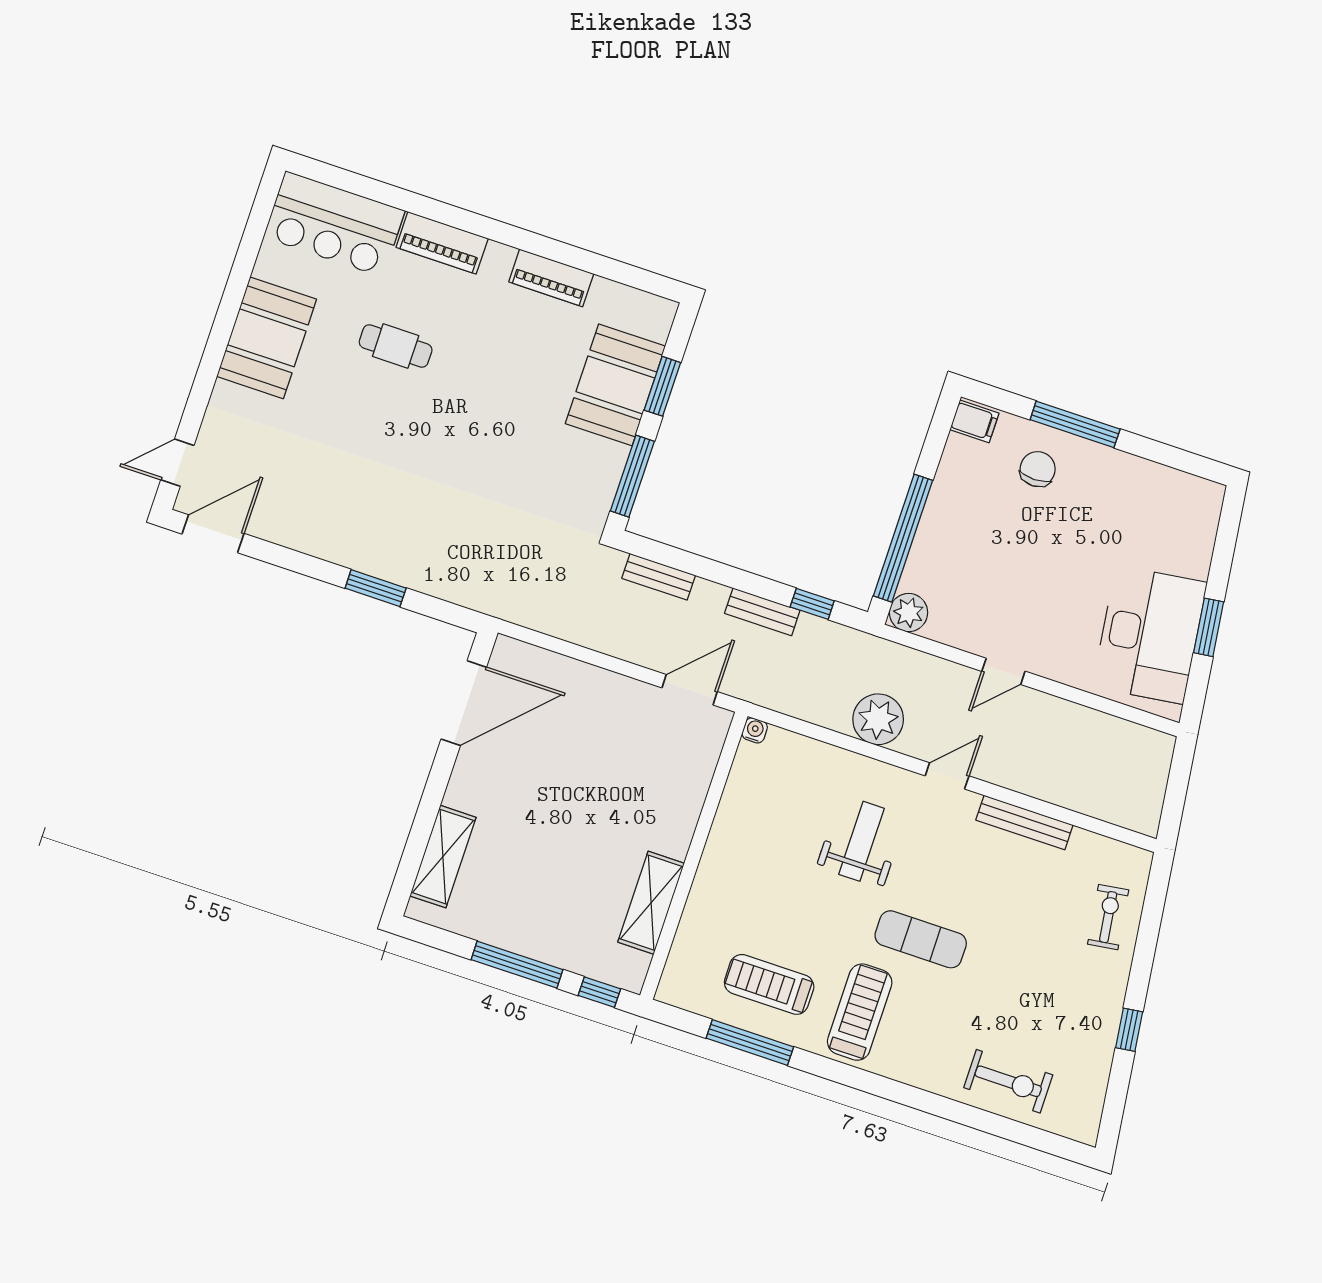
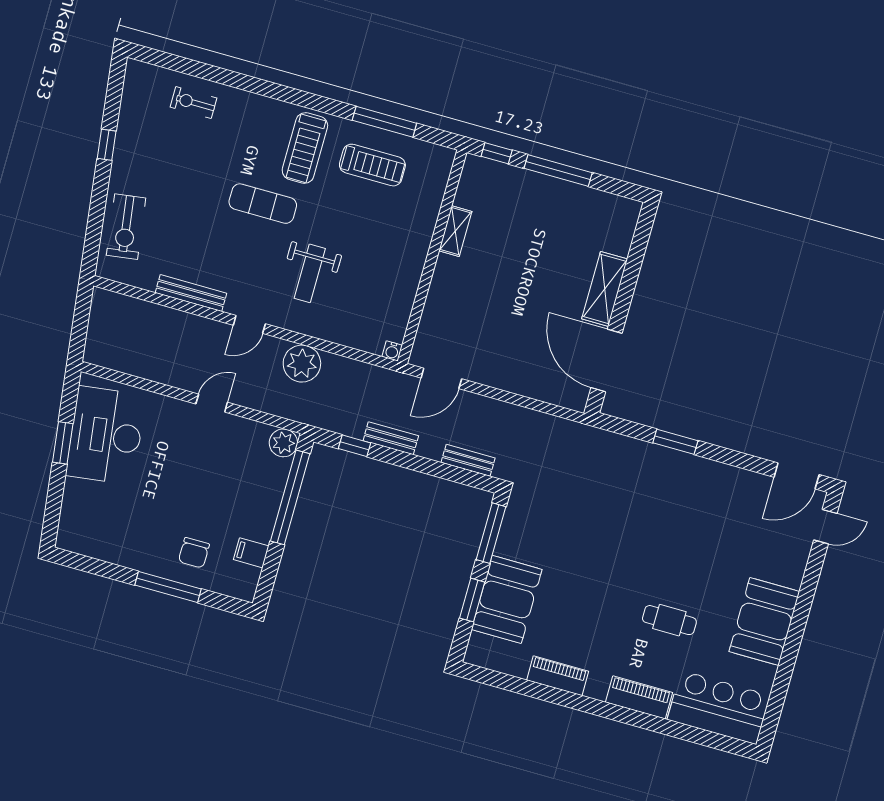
filing cabinet: (974, 421) -> (251, 553), moved
door: (464, 703) -> (607, 361), hinge flipped
shelving: (443, 857) -> (605, 289), moved
shelving: (651, 903) -> (455, 231), width x0.67, depth x0.75
exercise bike: (1108, 917) -> (126, 227), width x1.38, depth x1.39
exercise bike: (1008, 1081) -> (193, 103), width x0.73, depth x0.72

